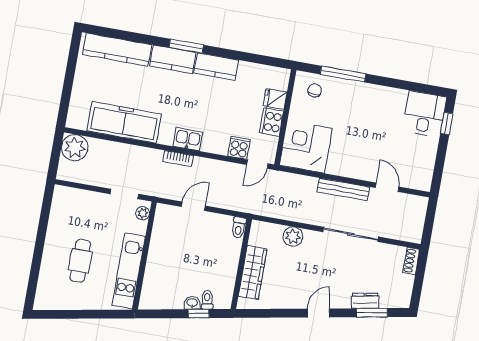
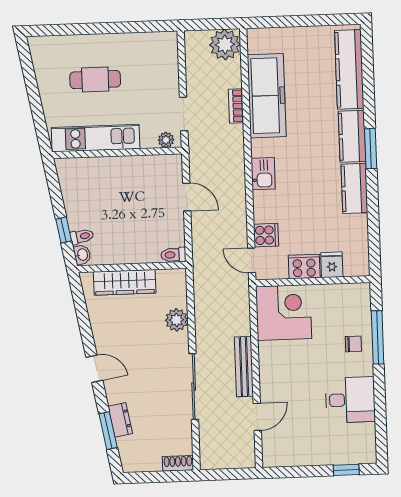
chair: (315, 90) -> (353, 344), moved
desk: (424, 114) -> (350, 400), moved
bookcase: (178, 159) -> (236, 106), moved
washbasin: (192, 303) -> (82, 255), moved

